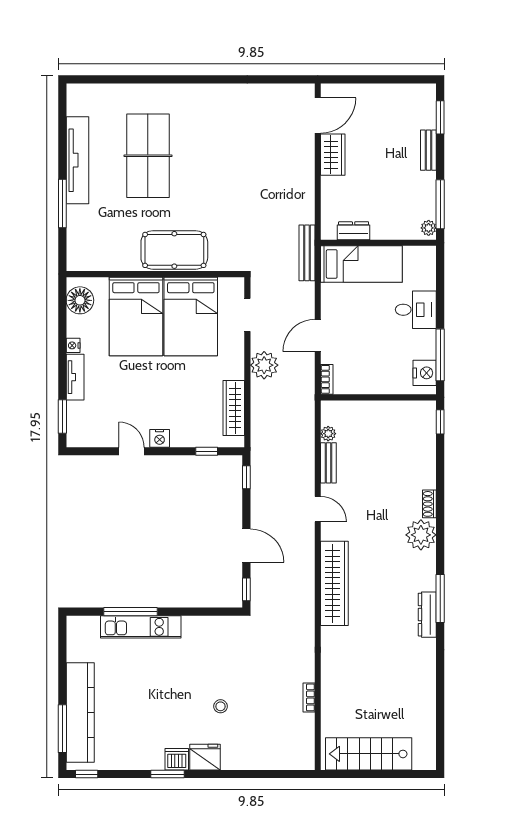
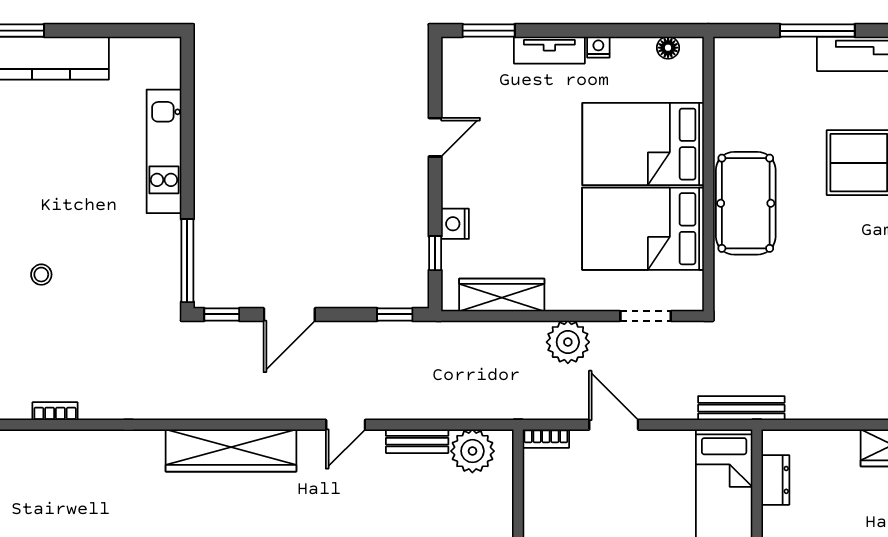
floor lamp: (80, 300) -> (668, 48), width x0.53, depth x0.53
plant: (328, 434) -> (472, 451), width x1.88, depth x1.88
nightstand: (160, 438) -> (455, 224), moved
window: (131, 612) -> (187, 261), moved

